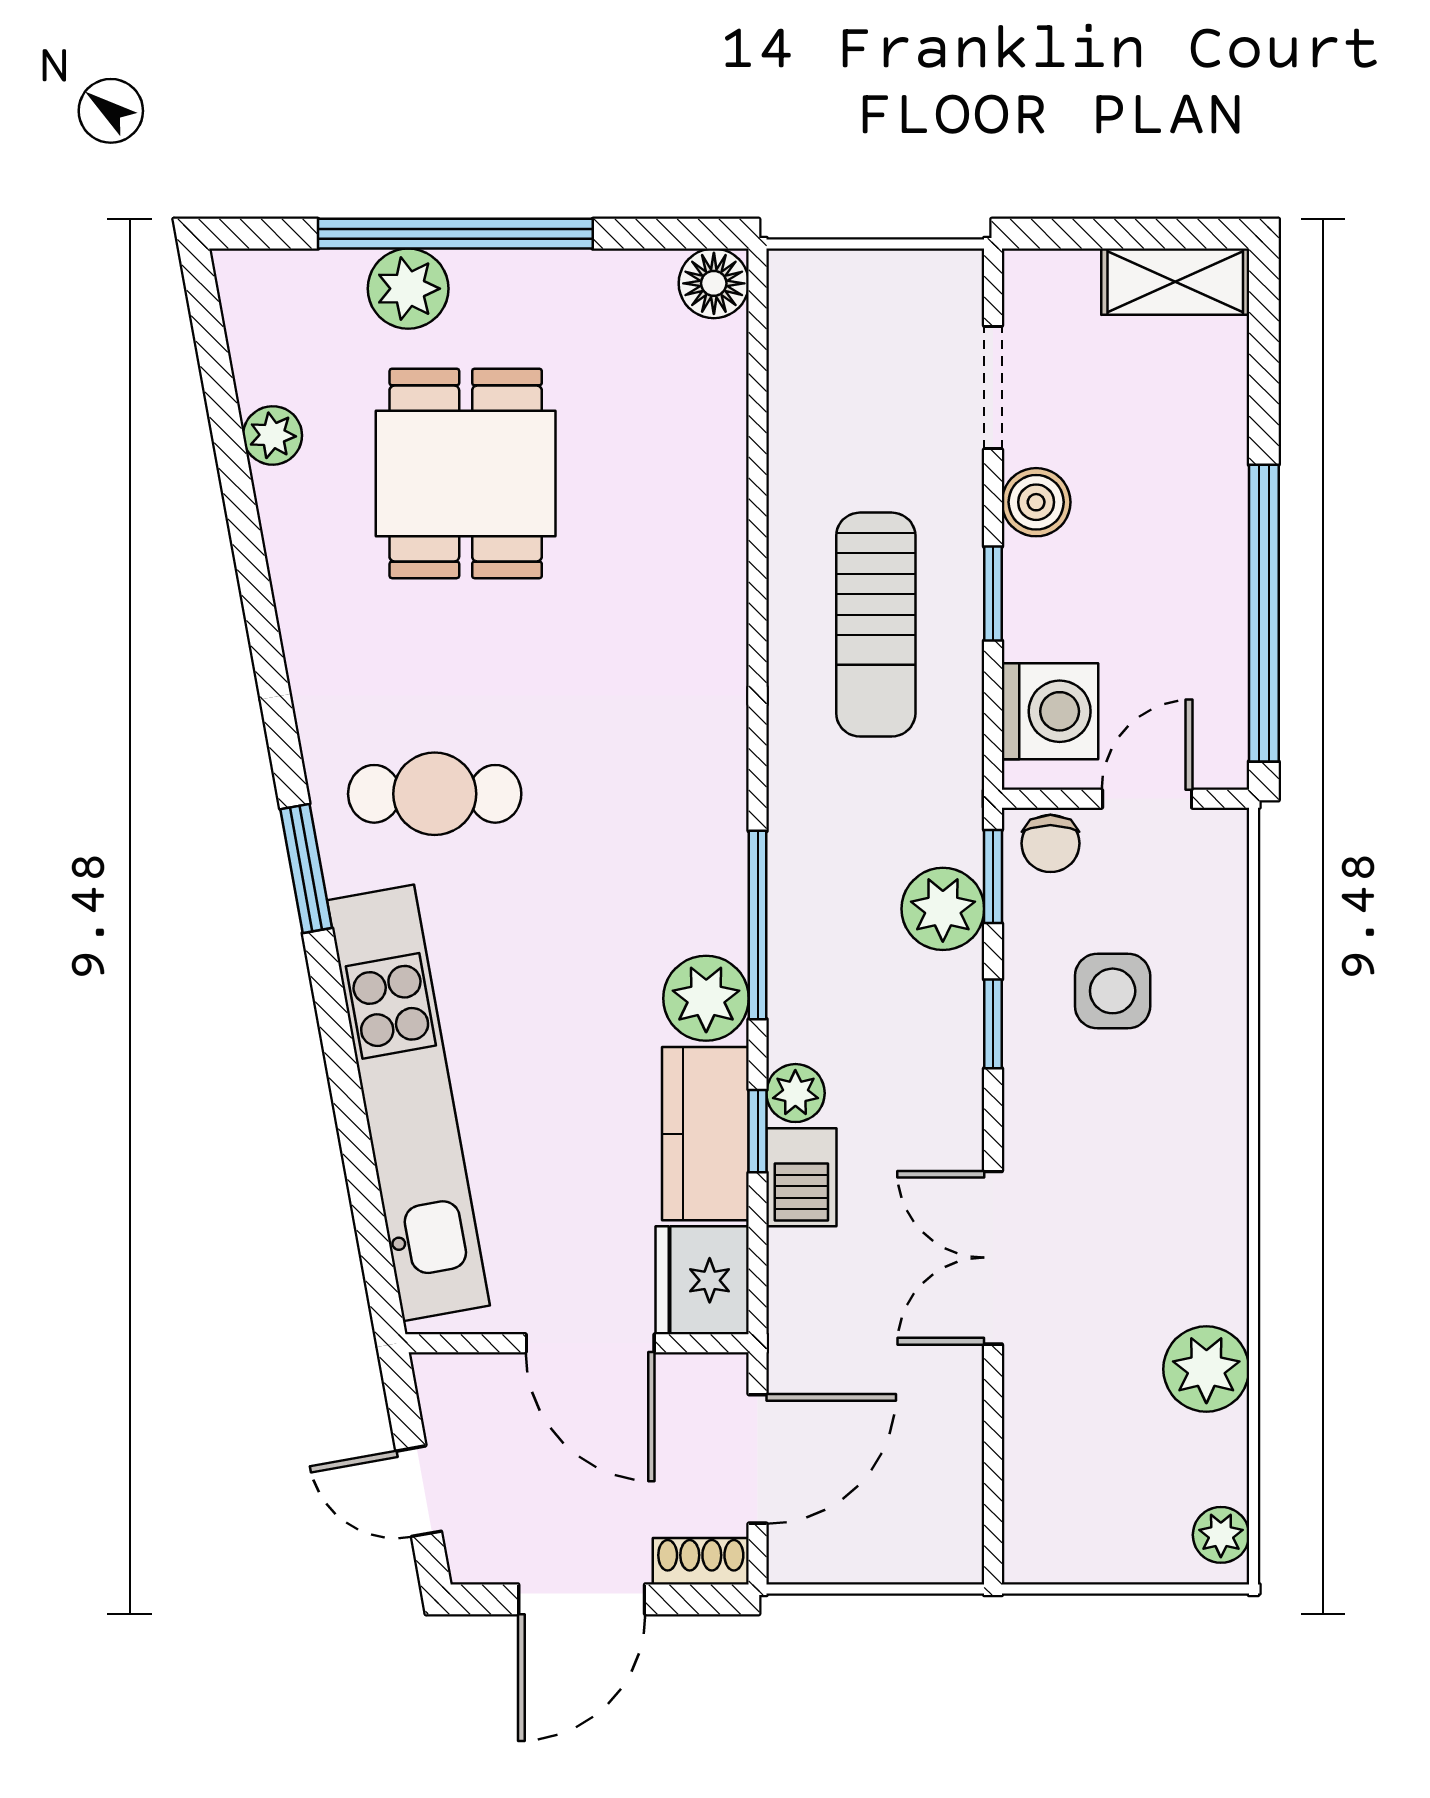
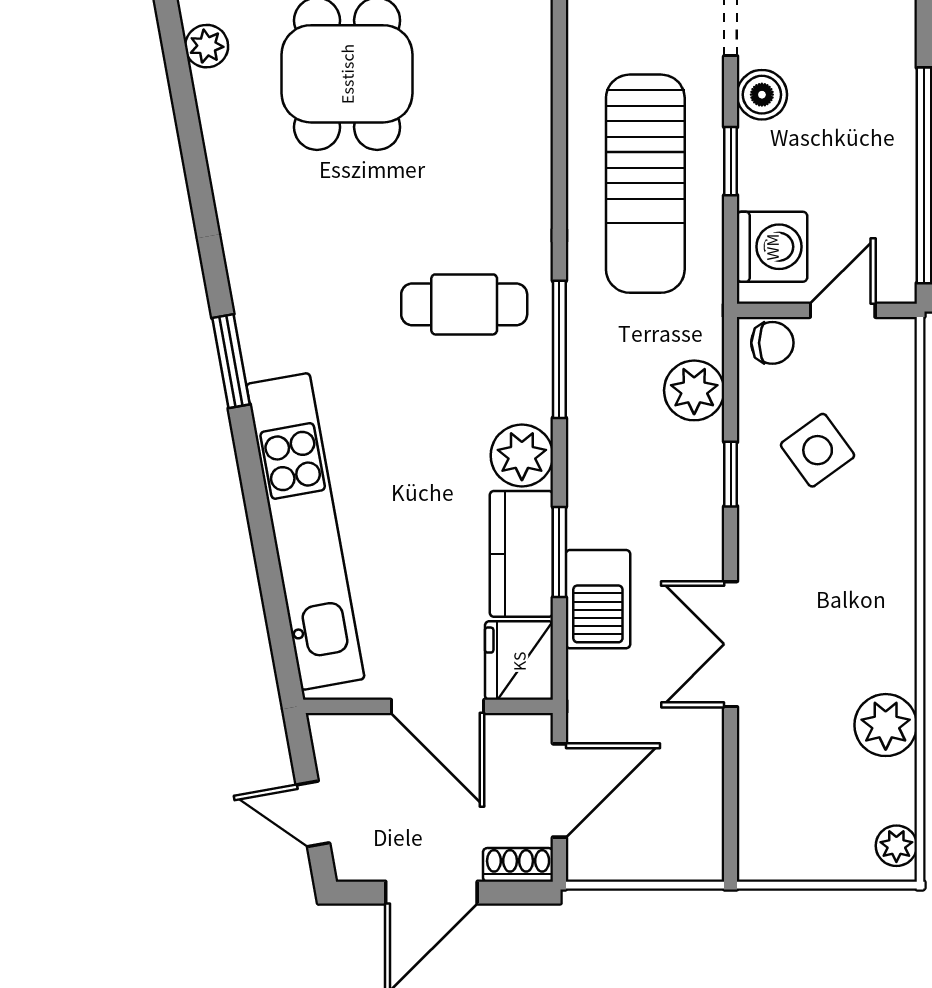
sun lounger: (876, 625) -> (645, 184), width x1.36, depth x1.34
cafe table: (435, 794) -> (464, 304), moved
chair: (1050, 843) -> (772, 343), turned -90
window: (993, 877) -> (731, 367), removed
window: (758, 925) -> (559, 349), moved
side table: (1113, 991) -> (818, 450), turned -36
plant: (795, 1093) -> (587, 524), removed
window: (758, 1131) -> (559, 552), width x1.50
barbecue: (801, 1177) -> (598, 599), width x1.38, depth x1.27

